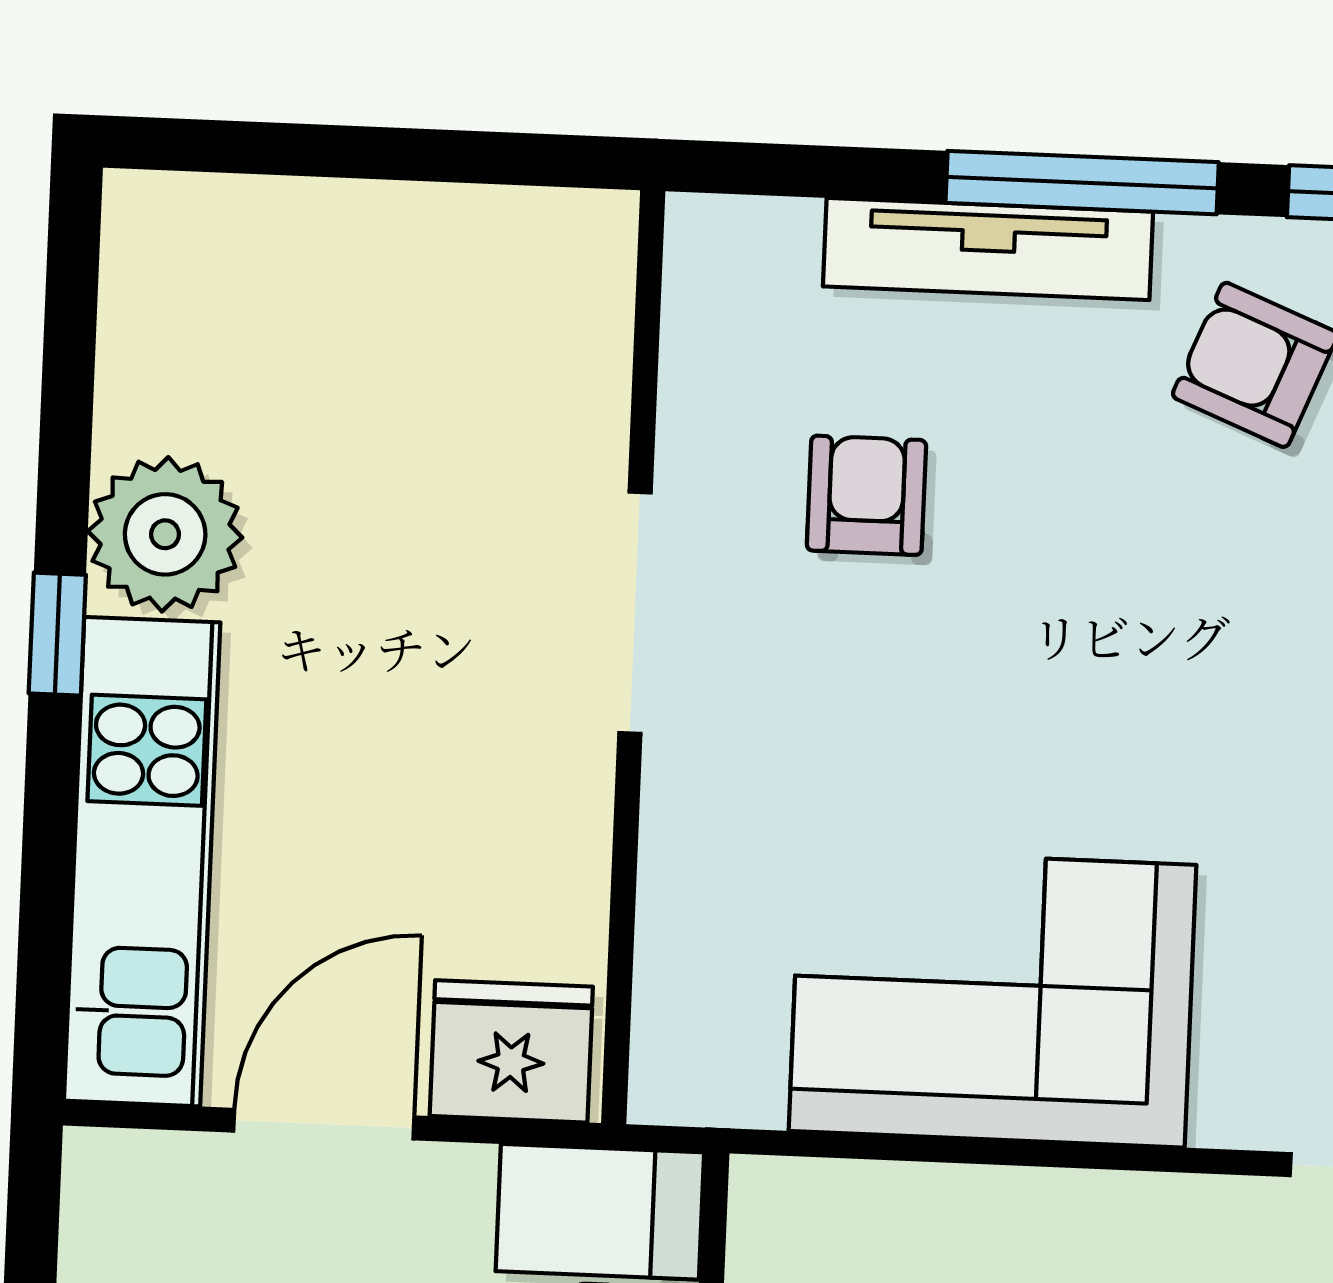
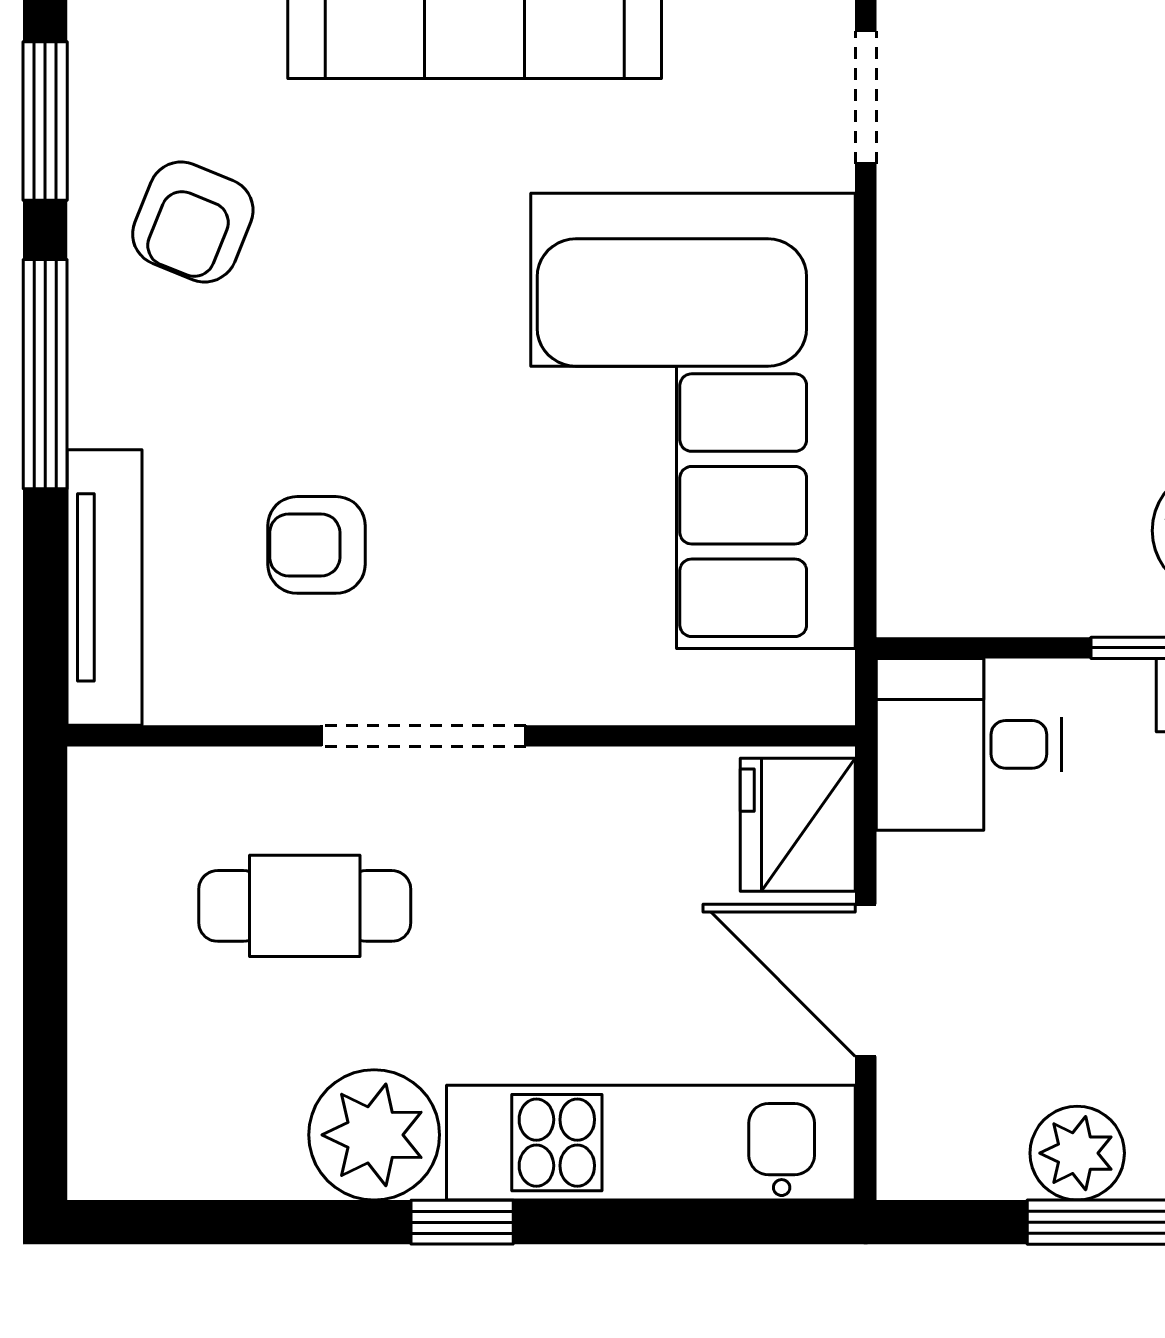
tv unit: (988, 249) -> (105, 587), moved
cafe table: (440, 464) -> (305, 906), added
corner sofa: (992, 998) -> (693, 421), width x1.36, depth x1.36

